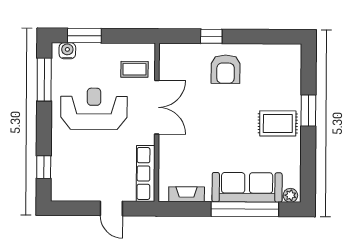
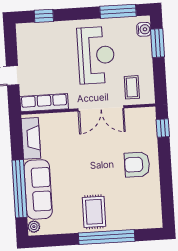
window: (211, 36) -> (163, 128), moved
window: (308, 110) -> (107, 237), width x2.11
fireplace: (187, 194) -> (31, 138), width x1.37, depth x1.32

